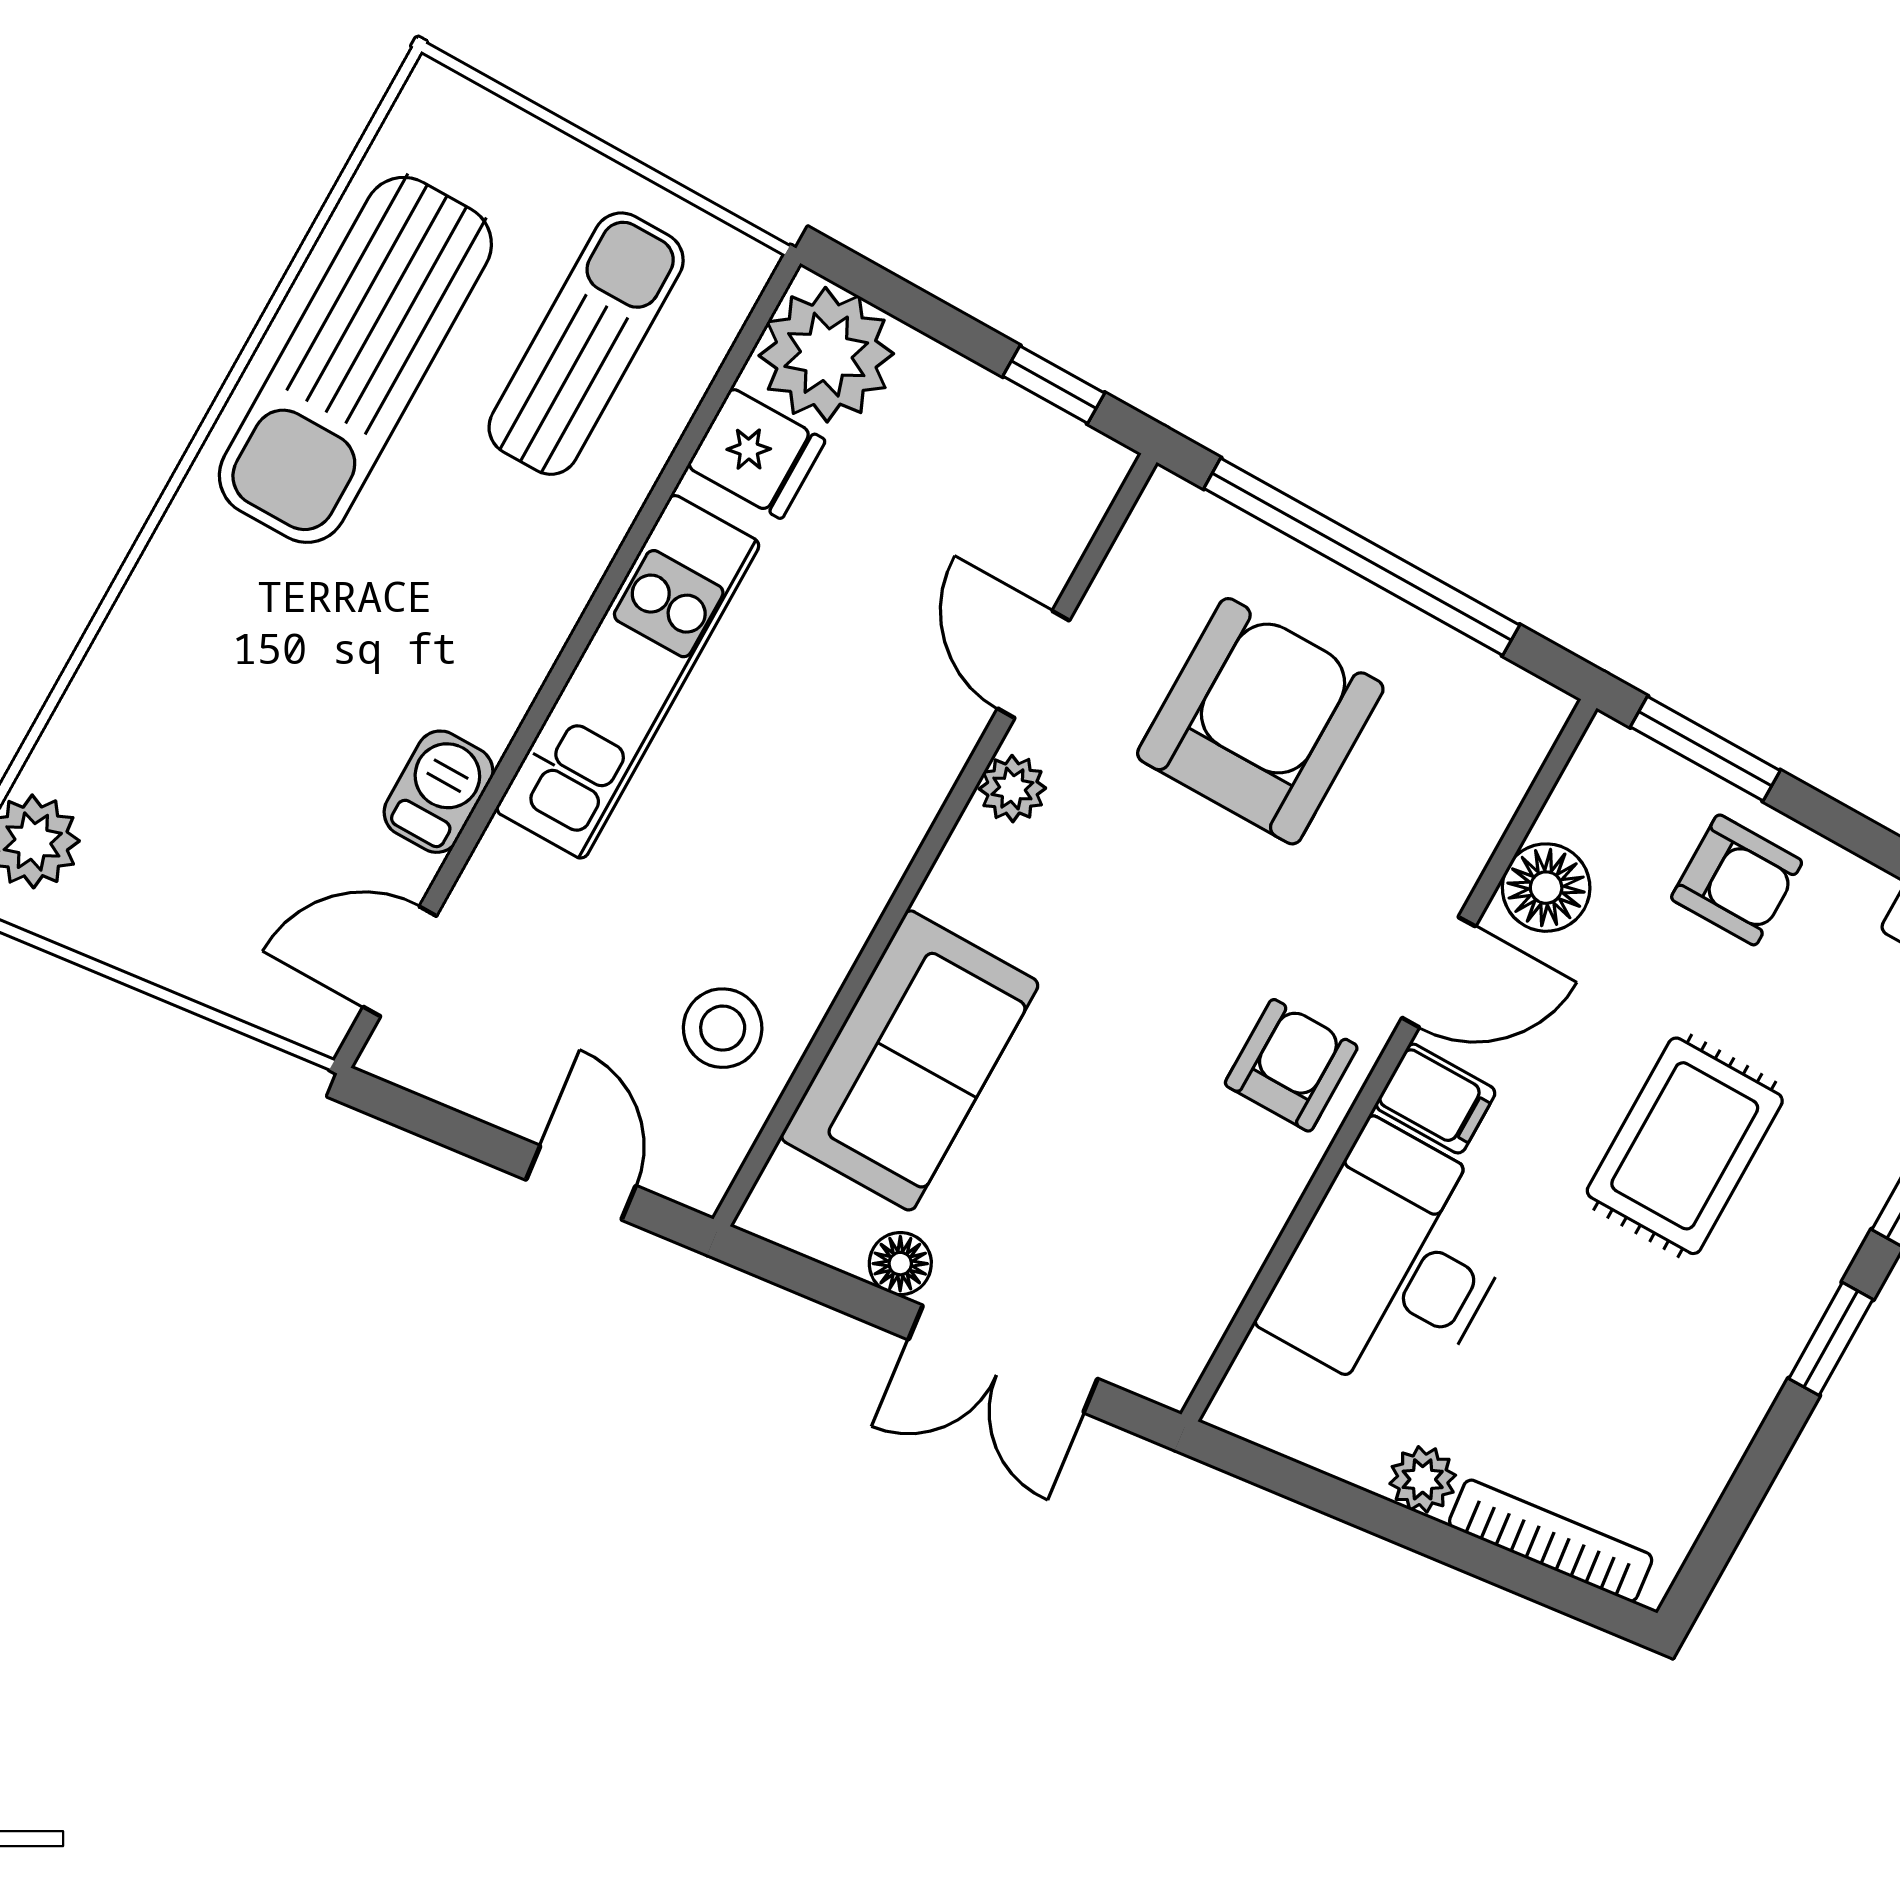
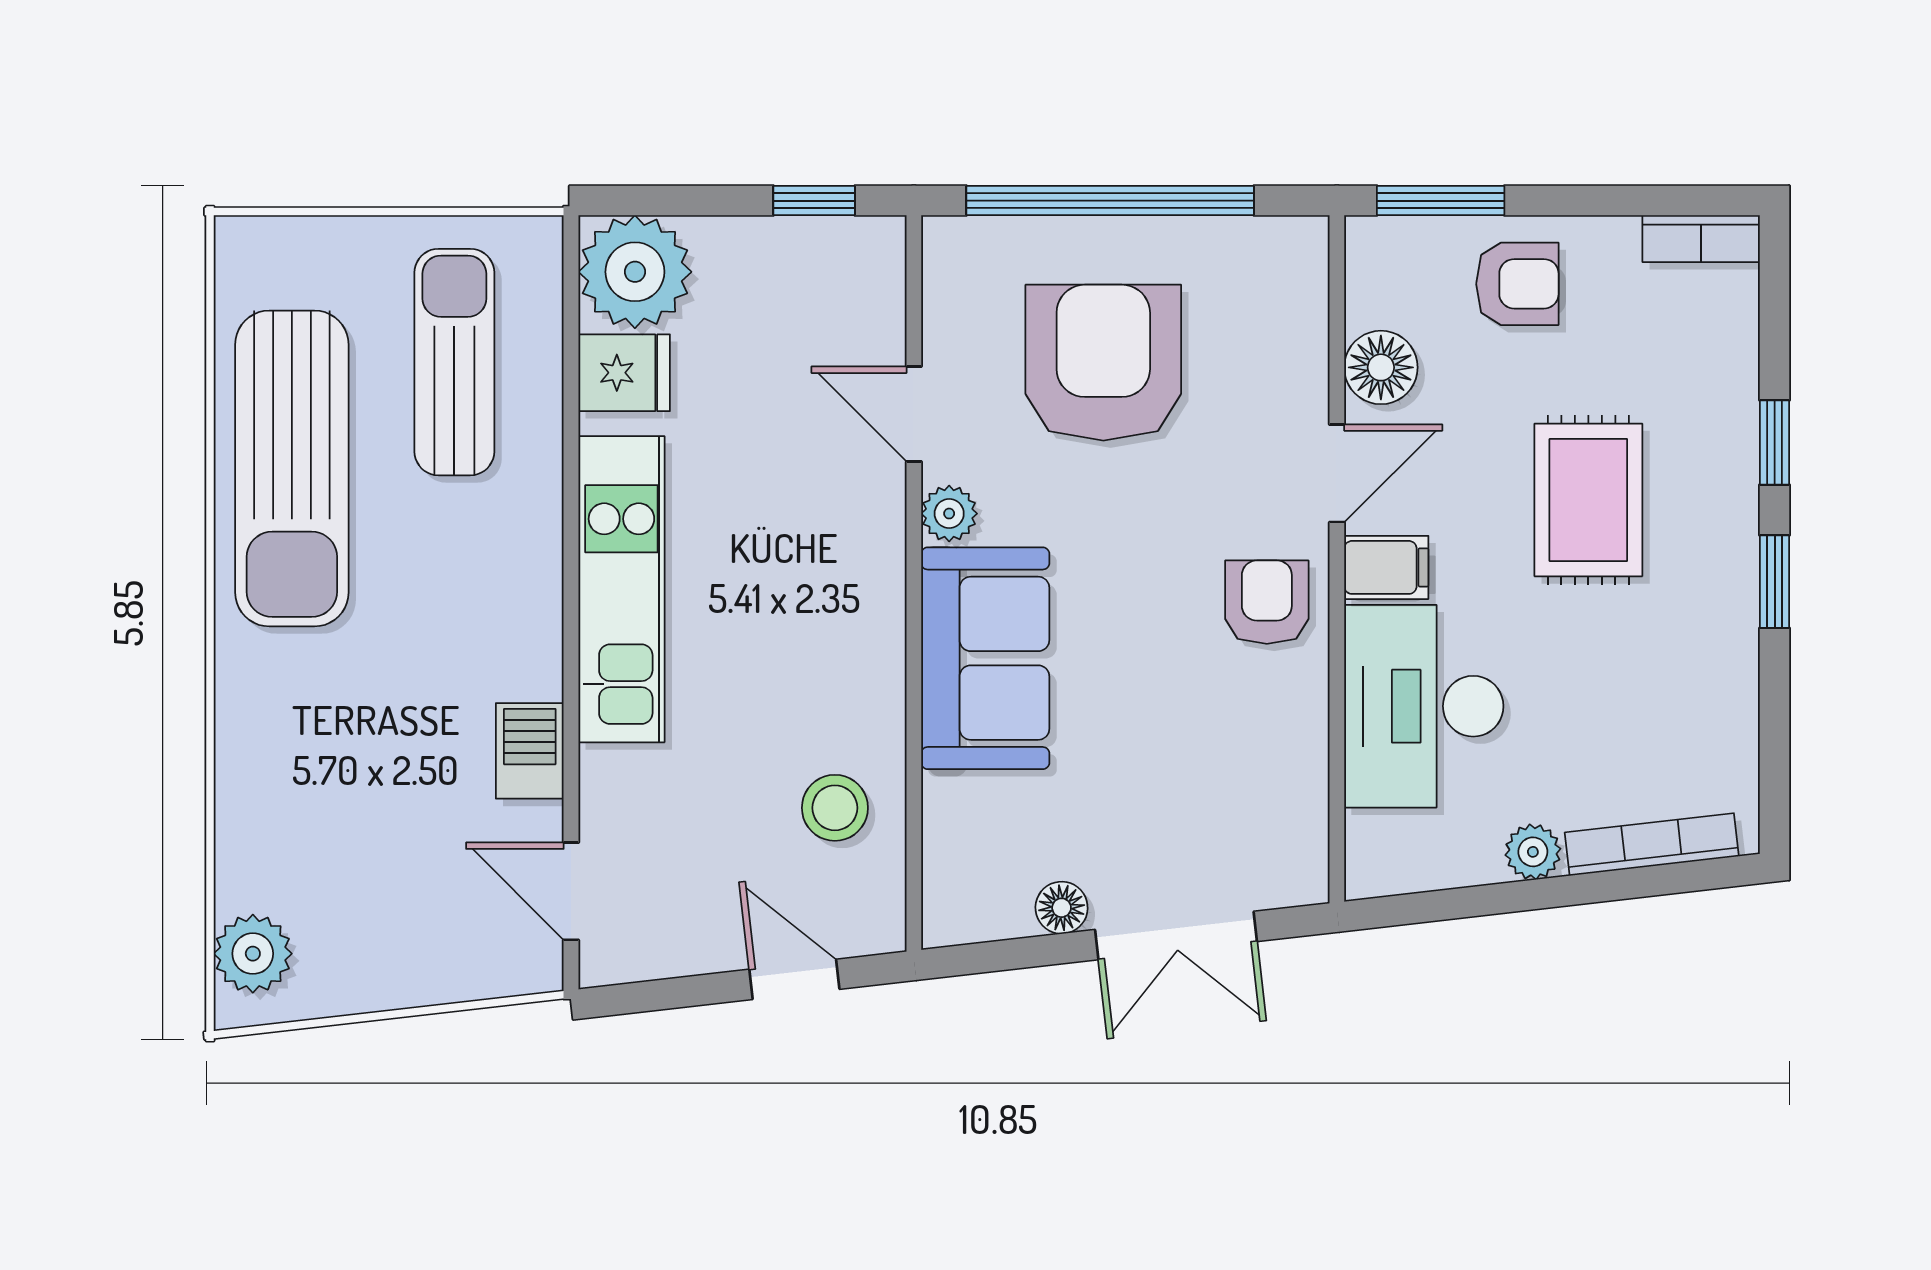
door: (400, 961) -> (571, 891), hinge flipped
sofa: (910, 1060) -> (985, 658), moved

